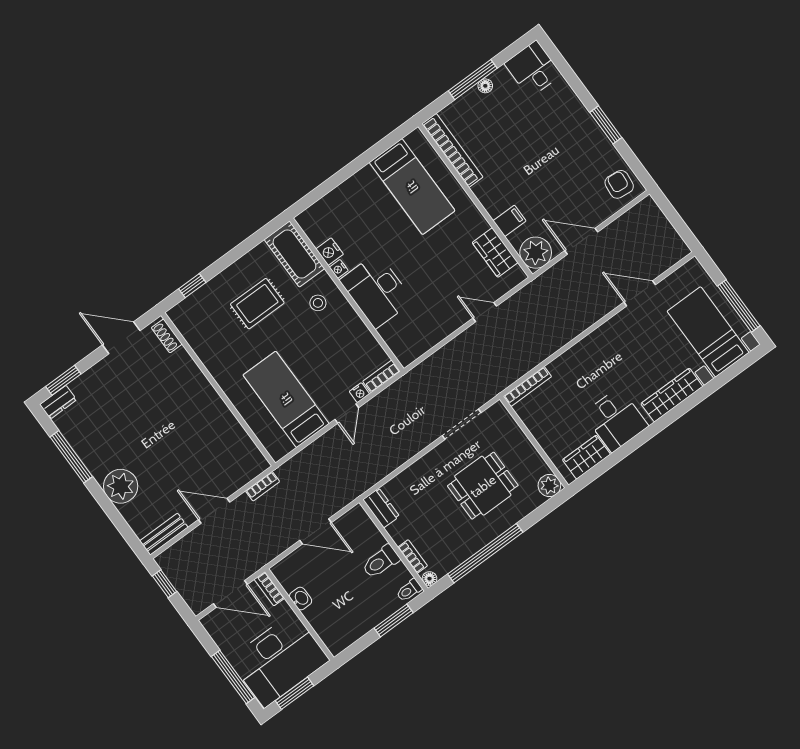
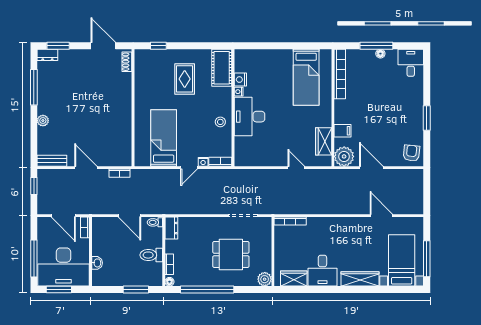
stool: (318, 303) -> (220, 122), moved
rug: (257, 304) -> (185, 79), turned 90
plant: (121, 486) -> (43, 121), width x0.53, depth x0.53
toilet: (409, 590) -> (155, 222), moved
washbasin: (301, 599) -> (97, 263), moved

